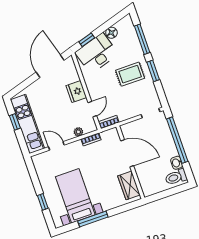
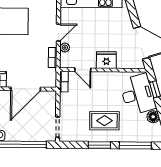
rug: (130, 74) -> (104, 121), turned 90
door: (56, 146) -> (58, 33), moved

